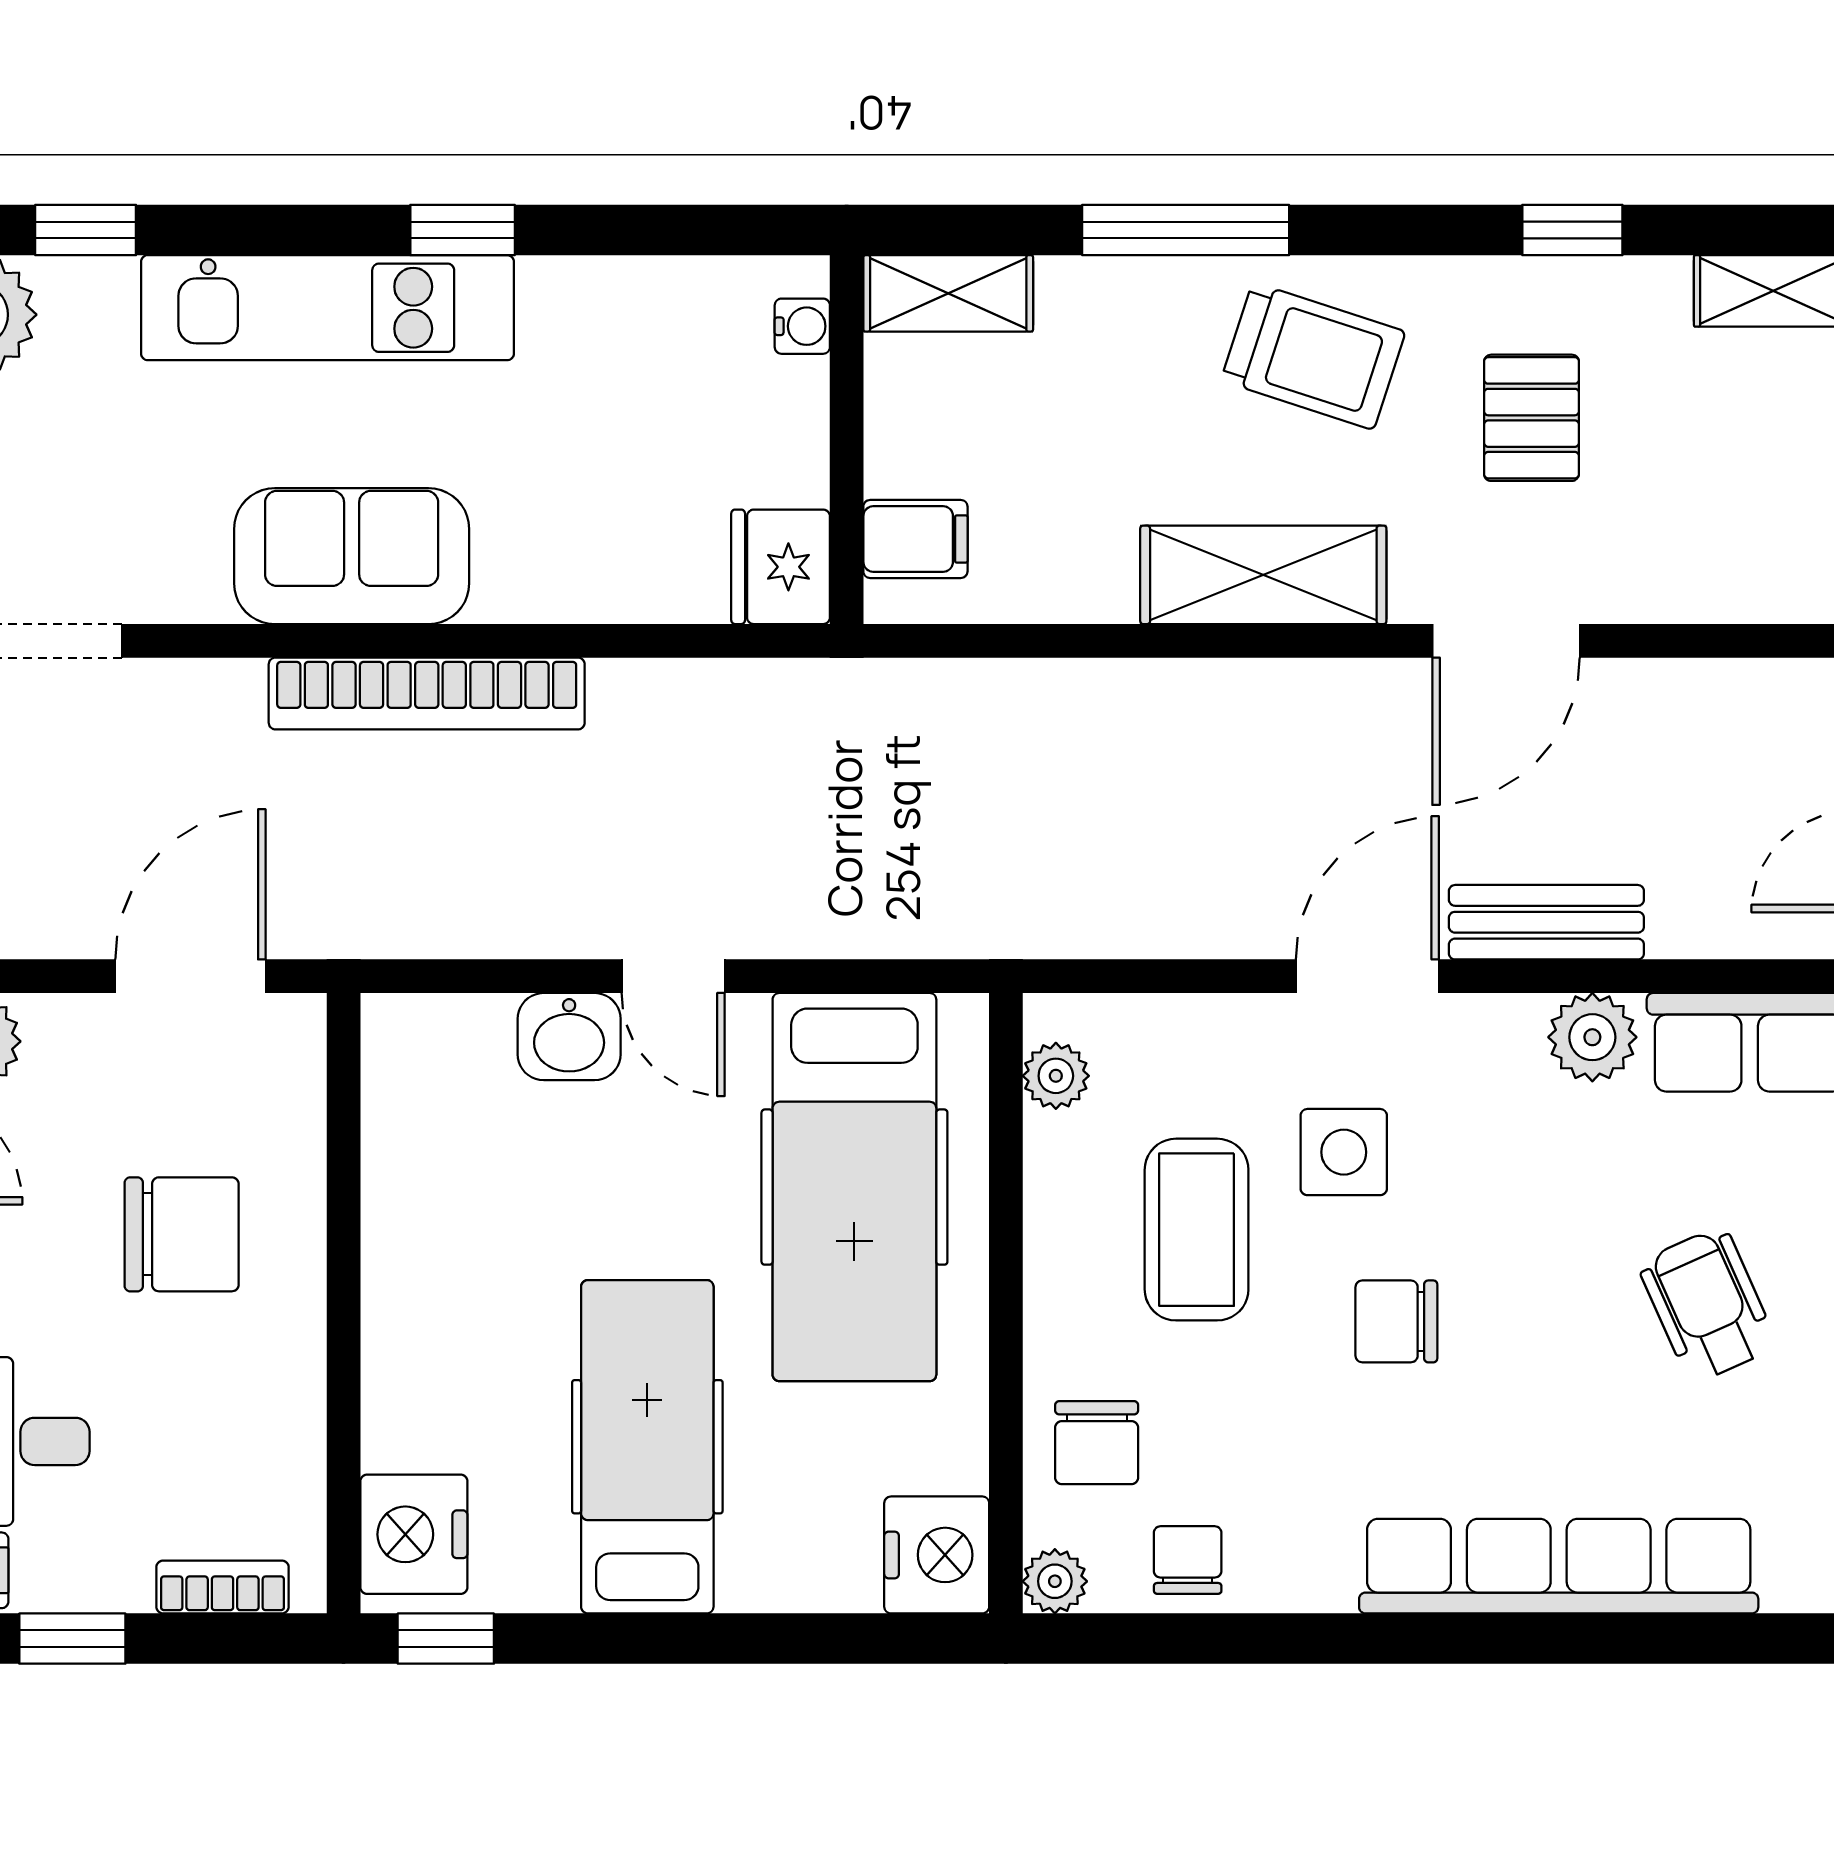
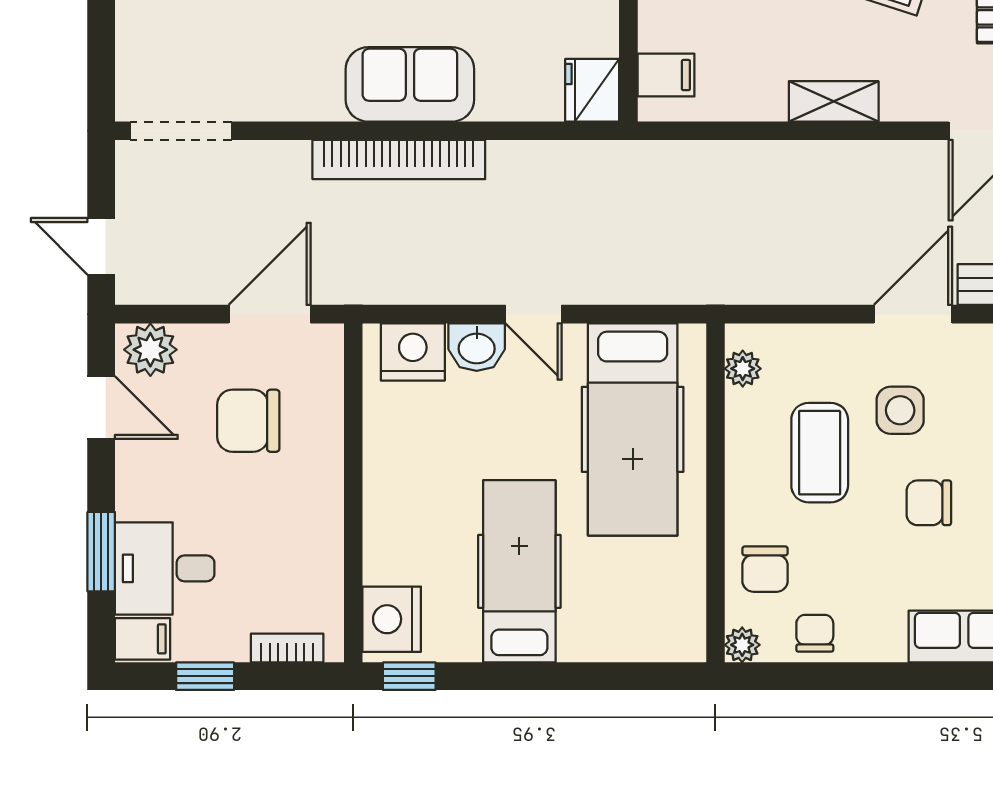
sofa: (352, 556) -> (410, 84), moved
shelving: (1263, 575) -> (834, 101), width x0.67, depth x0.75
chair: (182, 1234) -> (248, 421), moved, turned 180
nightstand: (937, 1555) -> (413, 352), moved, turned -90

